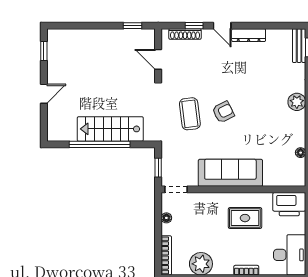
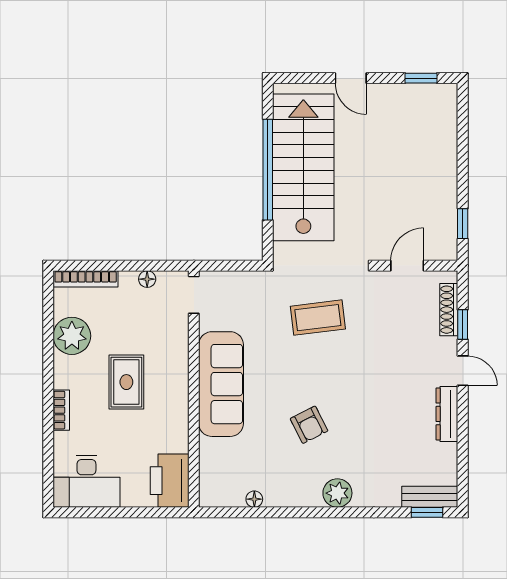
door: (222, 26) -> (463, 371), swing flipped
armchair: (223, 112) -> (309, 425), moved
stairs: (110, 129) -> (303, 167), width x1.36, depth x1.51
window: (158, 168) -> (230, 266), removed
rug: (245, 218) -> (126, 382), moved

